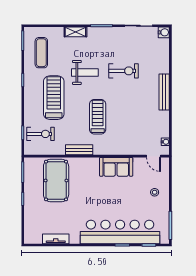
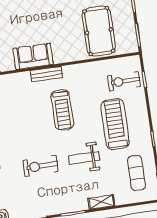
treadmill: (54, 98) -> (115, 124), turned 180
bench: (79, 150) -> (47, 74), moved

